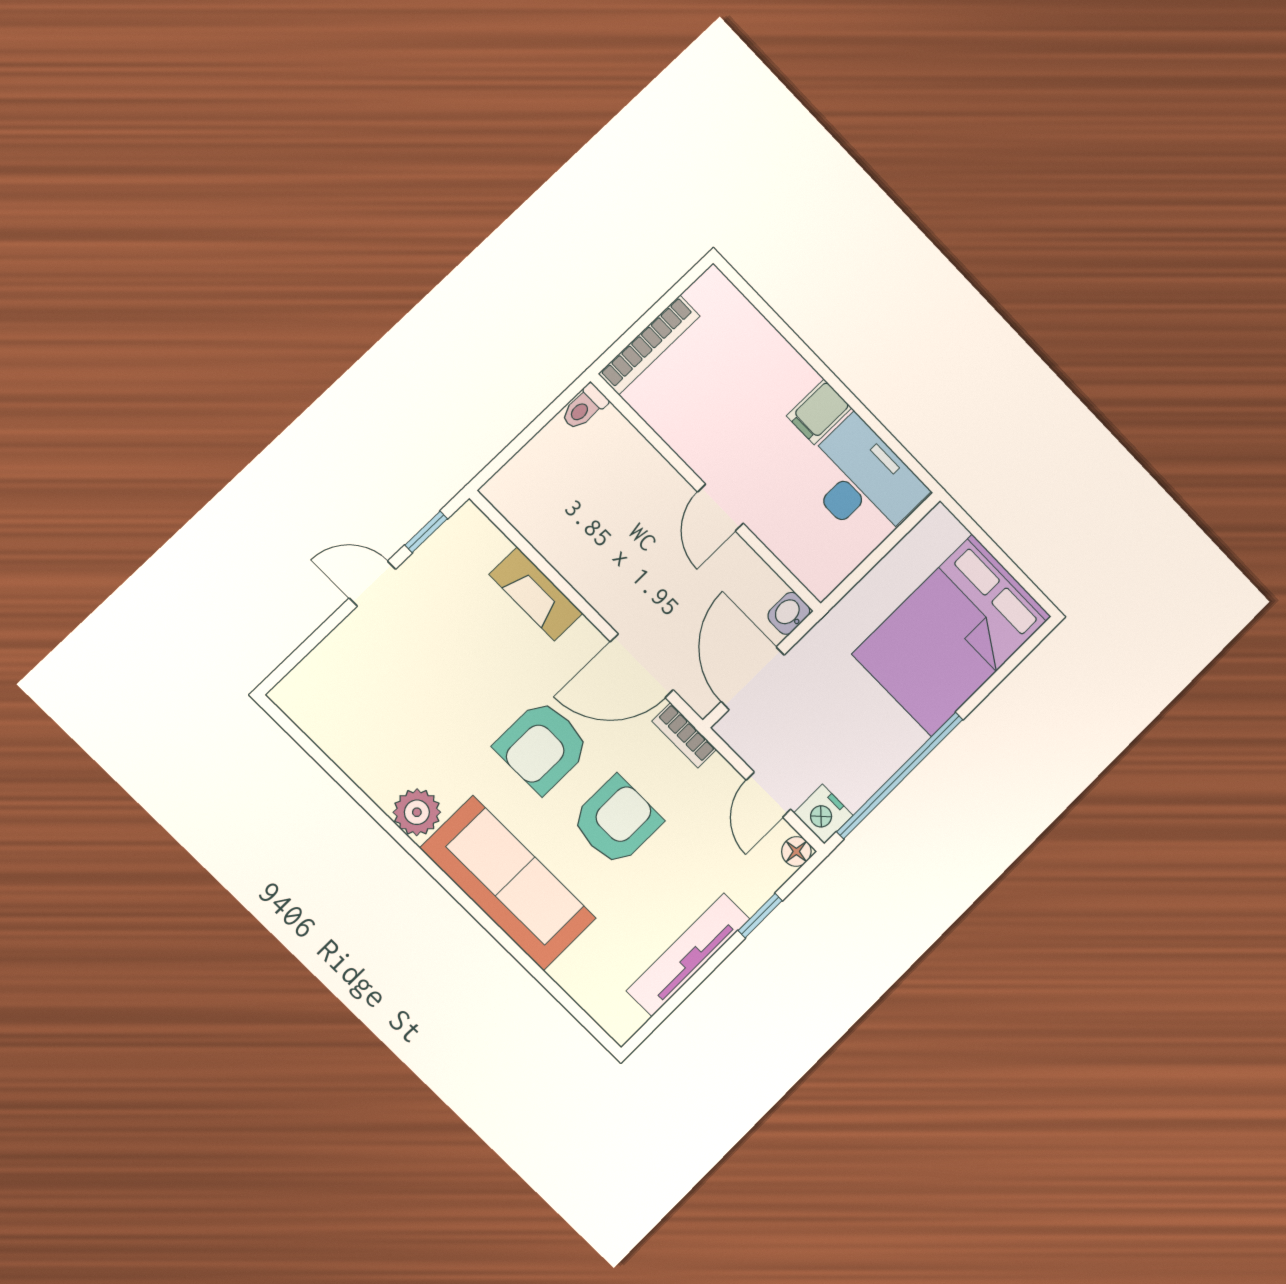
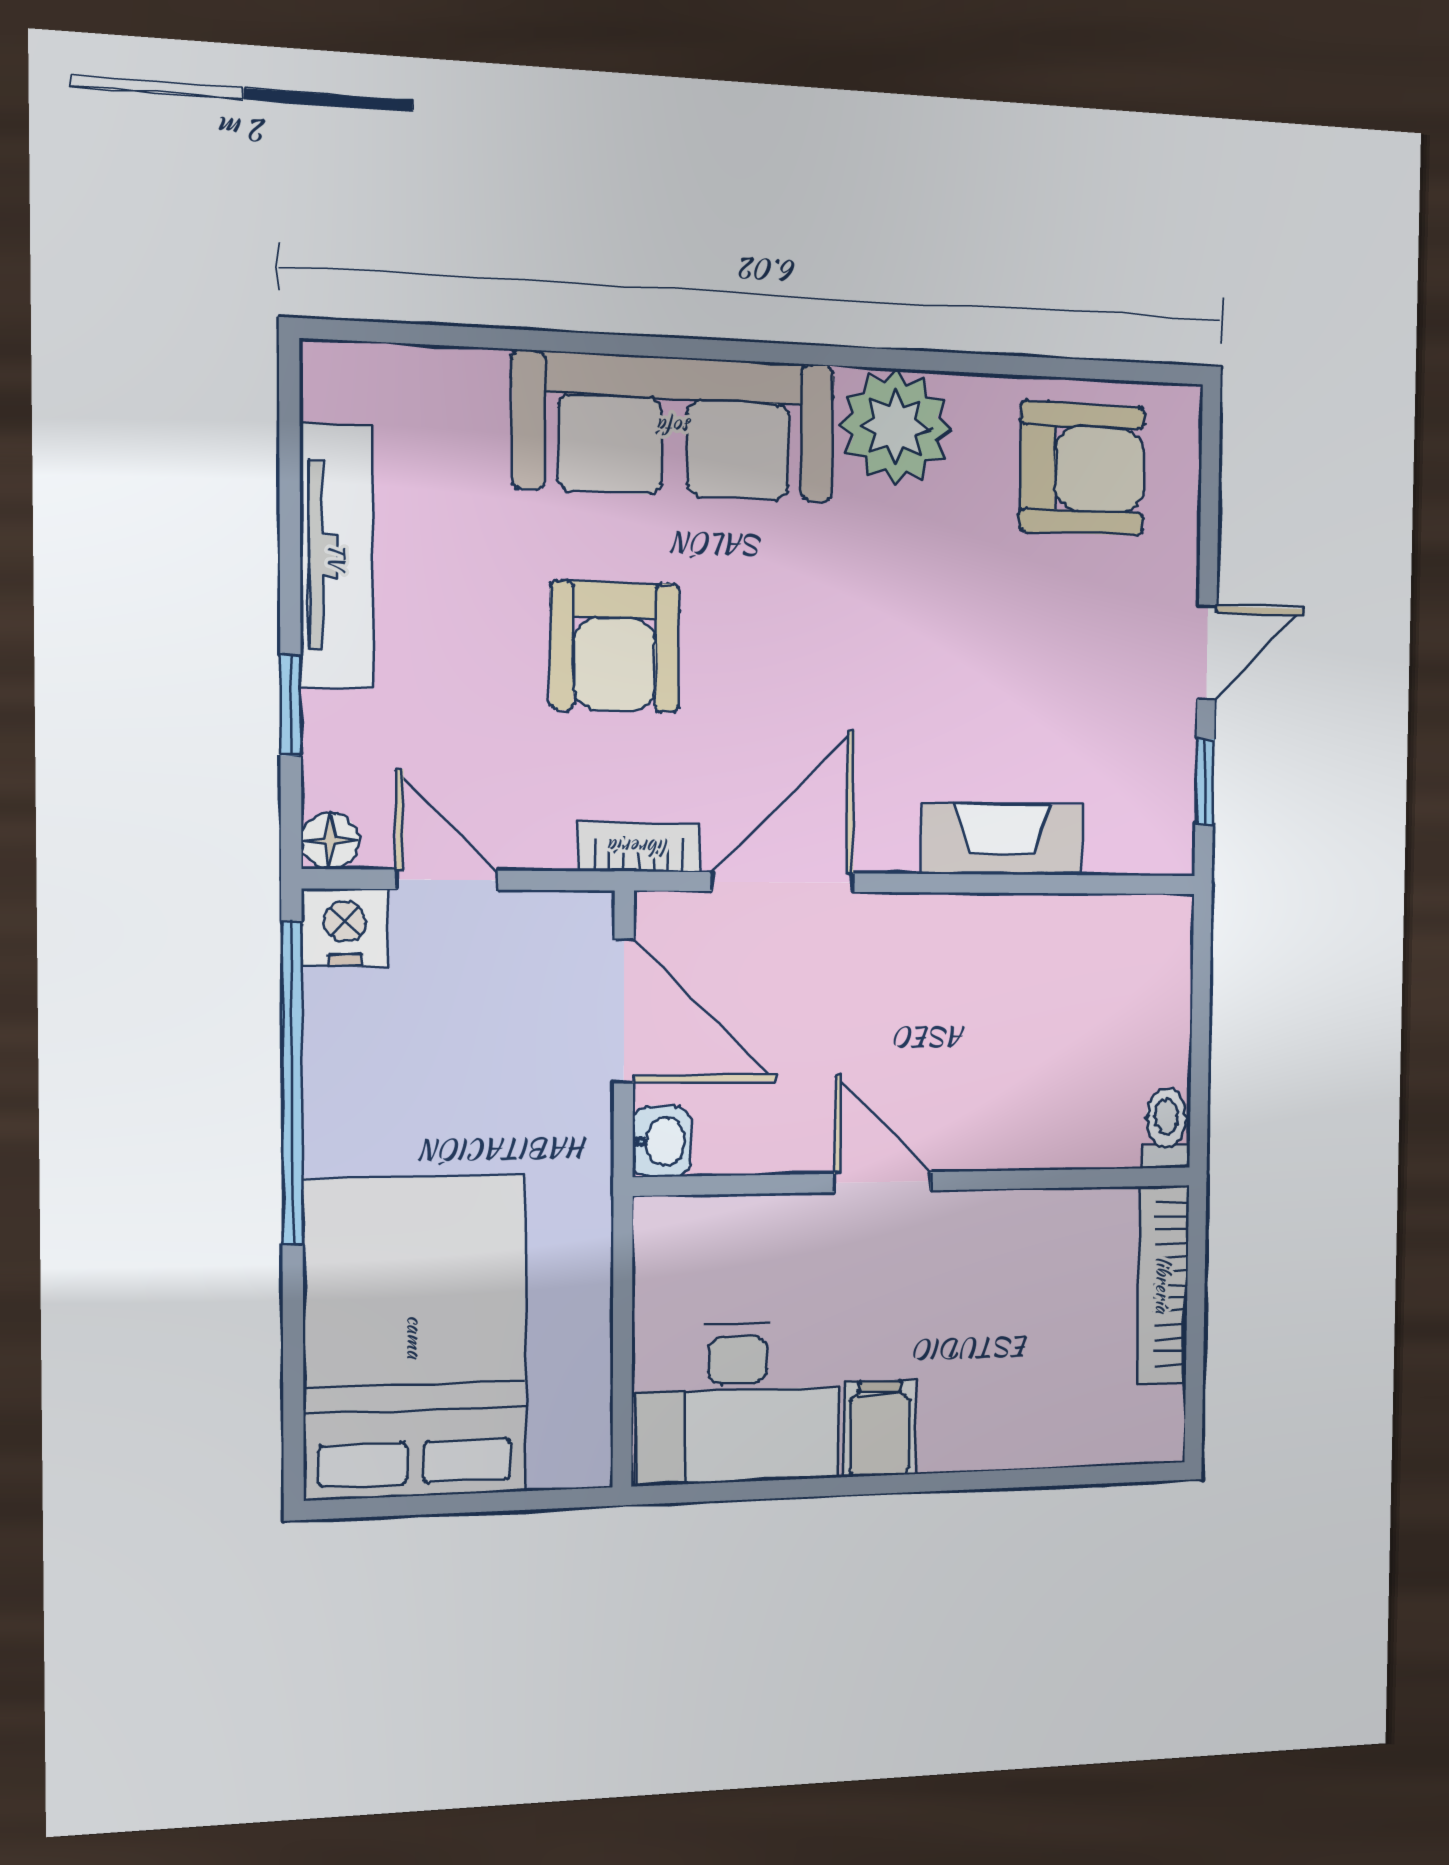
armchair: (542, 746) -> (1082, 469), moved, turned 90
plant: (417, 812) -> (895, 427), width x1.36, depth x1.36

